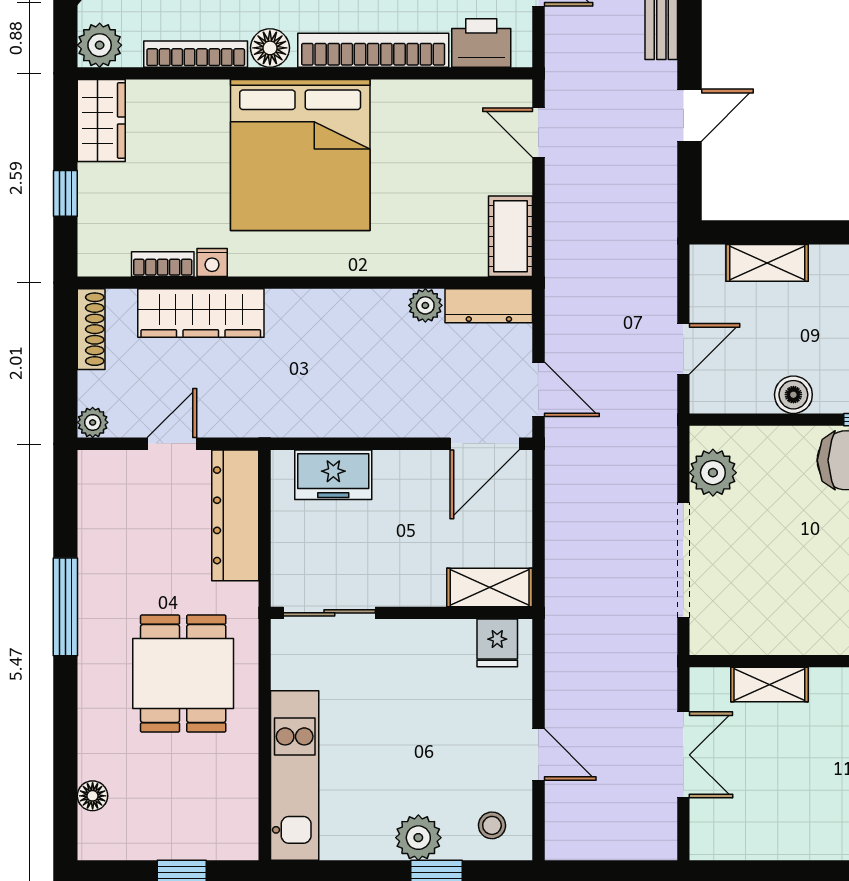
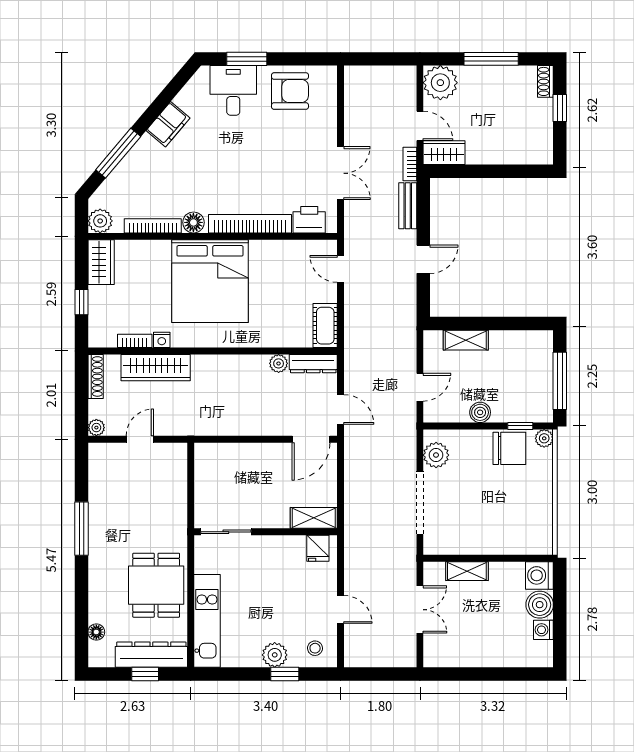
freezer: (333, 475) -> (228, 456), removed
dresser: (235, 515) -> (151, 655), moved, turned 90
dining table: (183, 674) -> (156, 585), moved

